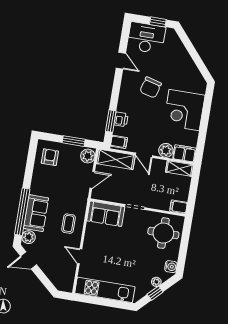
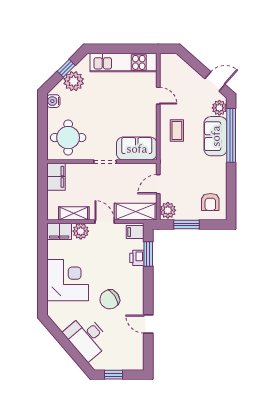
desk: (146, 38) -> (87, 337), moved, turned 49
chair: (151, 87) -> (110, 299), turned -139
shelving: (180, 168) -> (74, 213), moved
filing cabinet: (178, 207) -> (56, 177), width x2.00
plant: (156, 282) -> (74, 81), width x1.87, depth x1.87

